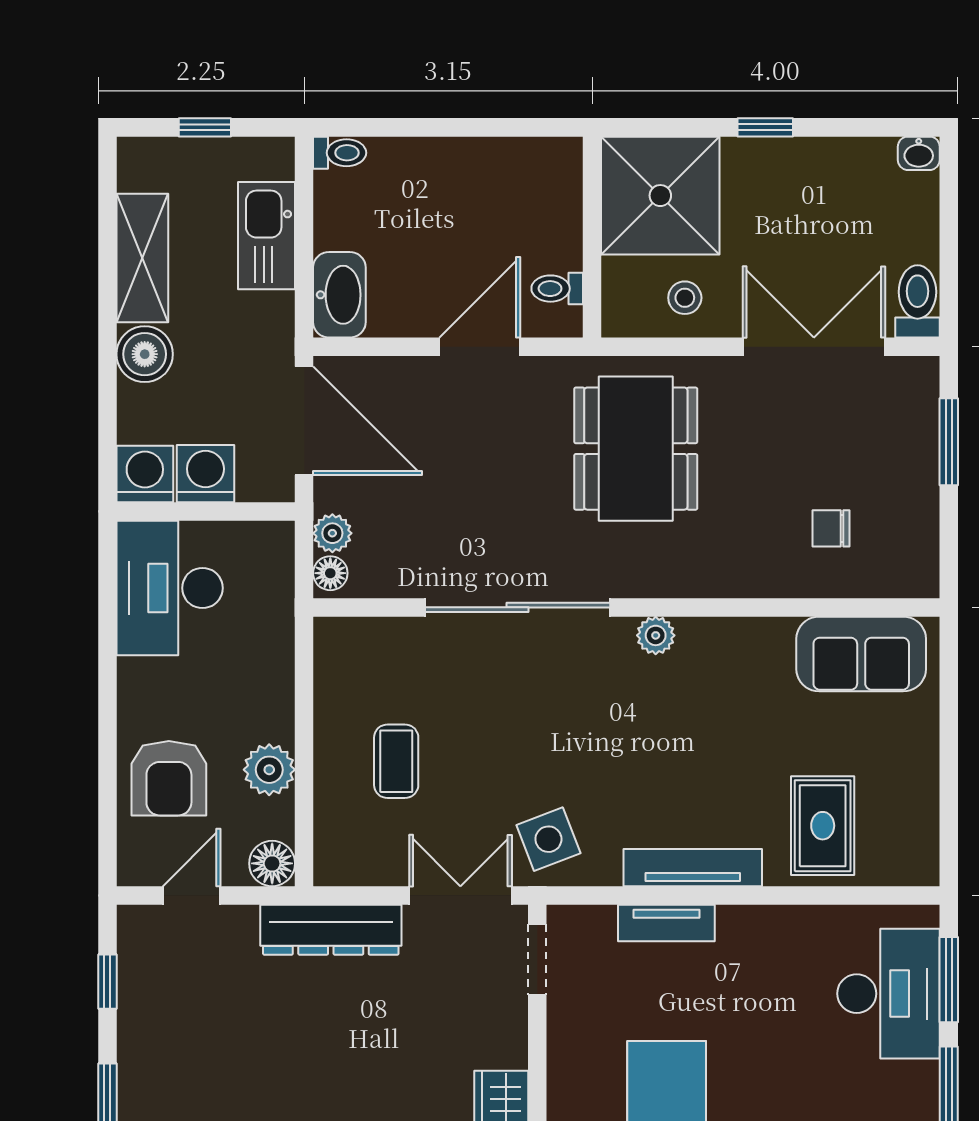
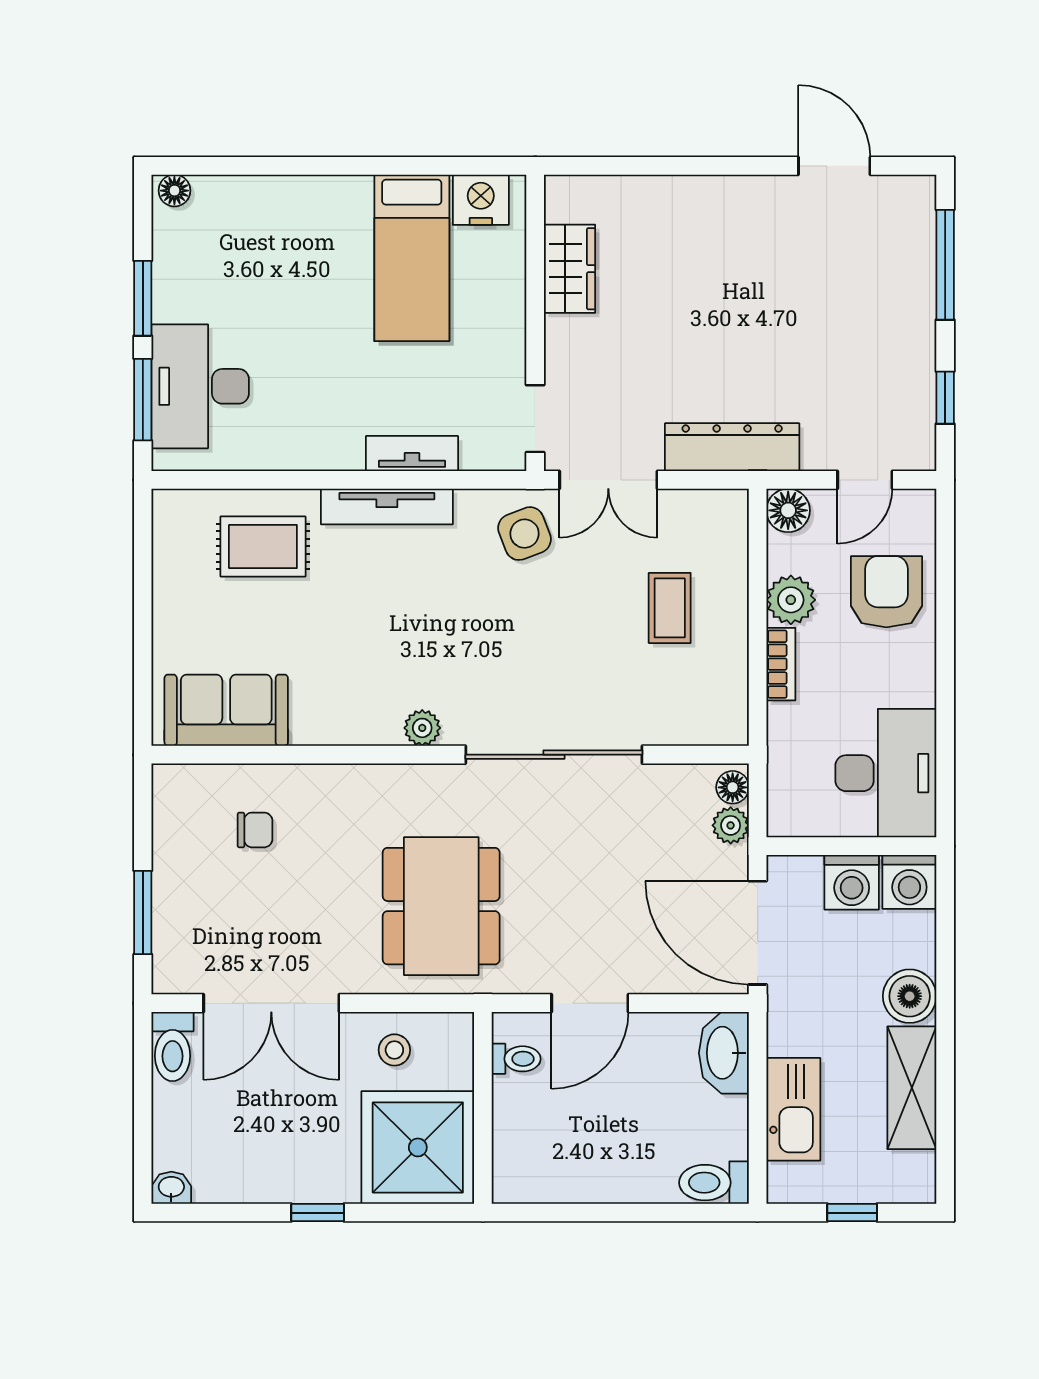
toilet: (340, 153) -> (714, 1183), width x1.37, depth x1.39
bookcase: (280, 702) -> (781, 664), added
rug: (823, 826) -> (263, 546), turned 90

